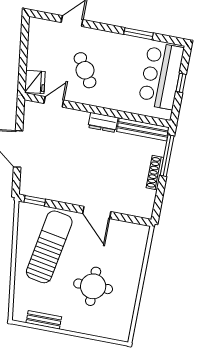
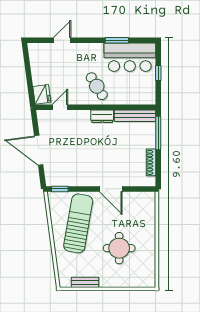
cafe table: (85, 70) -> (97, 86), moved
bar counter: (161, 76) -> (130, 57), moved, turned -90
shoe rack: (155, 173) -> (151, 162), moved

